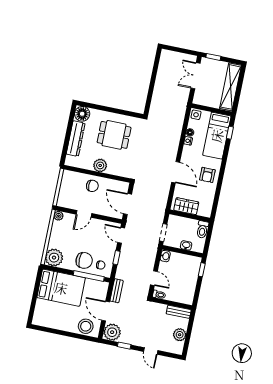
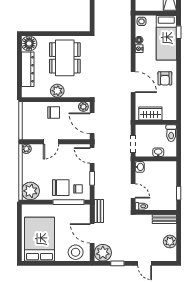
dining table: (114, 135) -> (65, 58), width x1.38
plant: (122, 186) -> (83, 107), added
window: (202, 270) -> (179, 193), moved
bed: (61, 288) -> (40, 239), moved, turned -90

